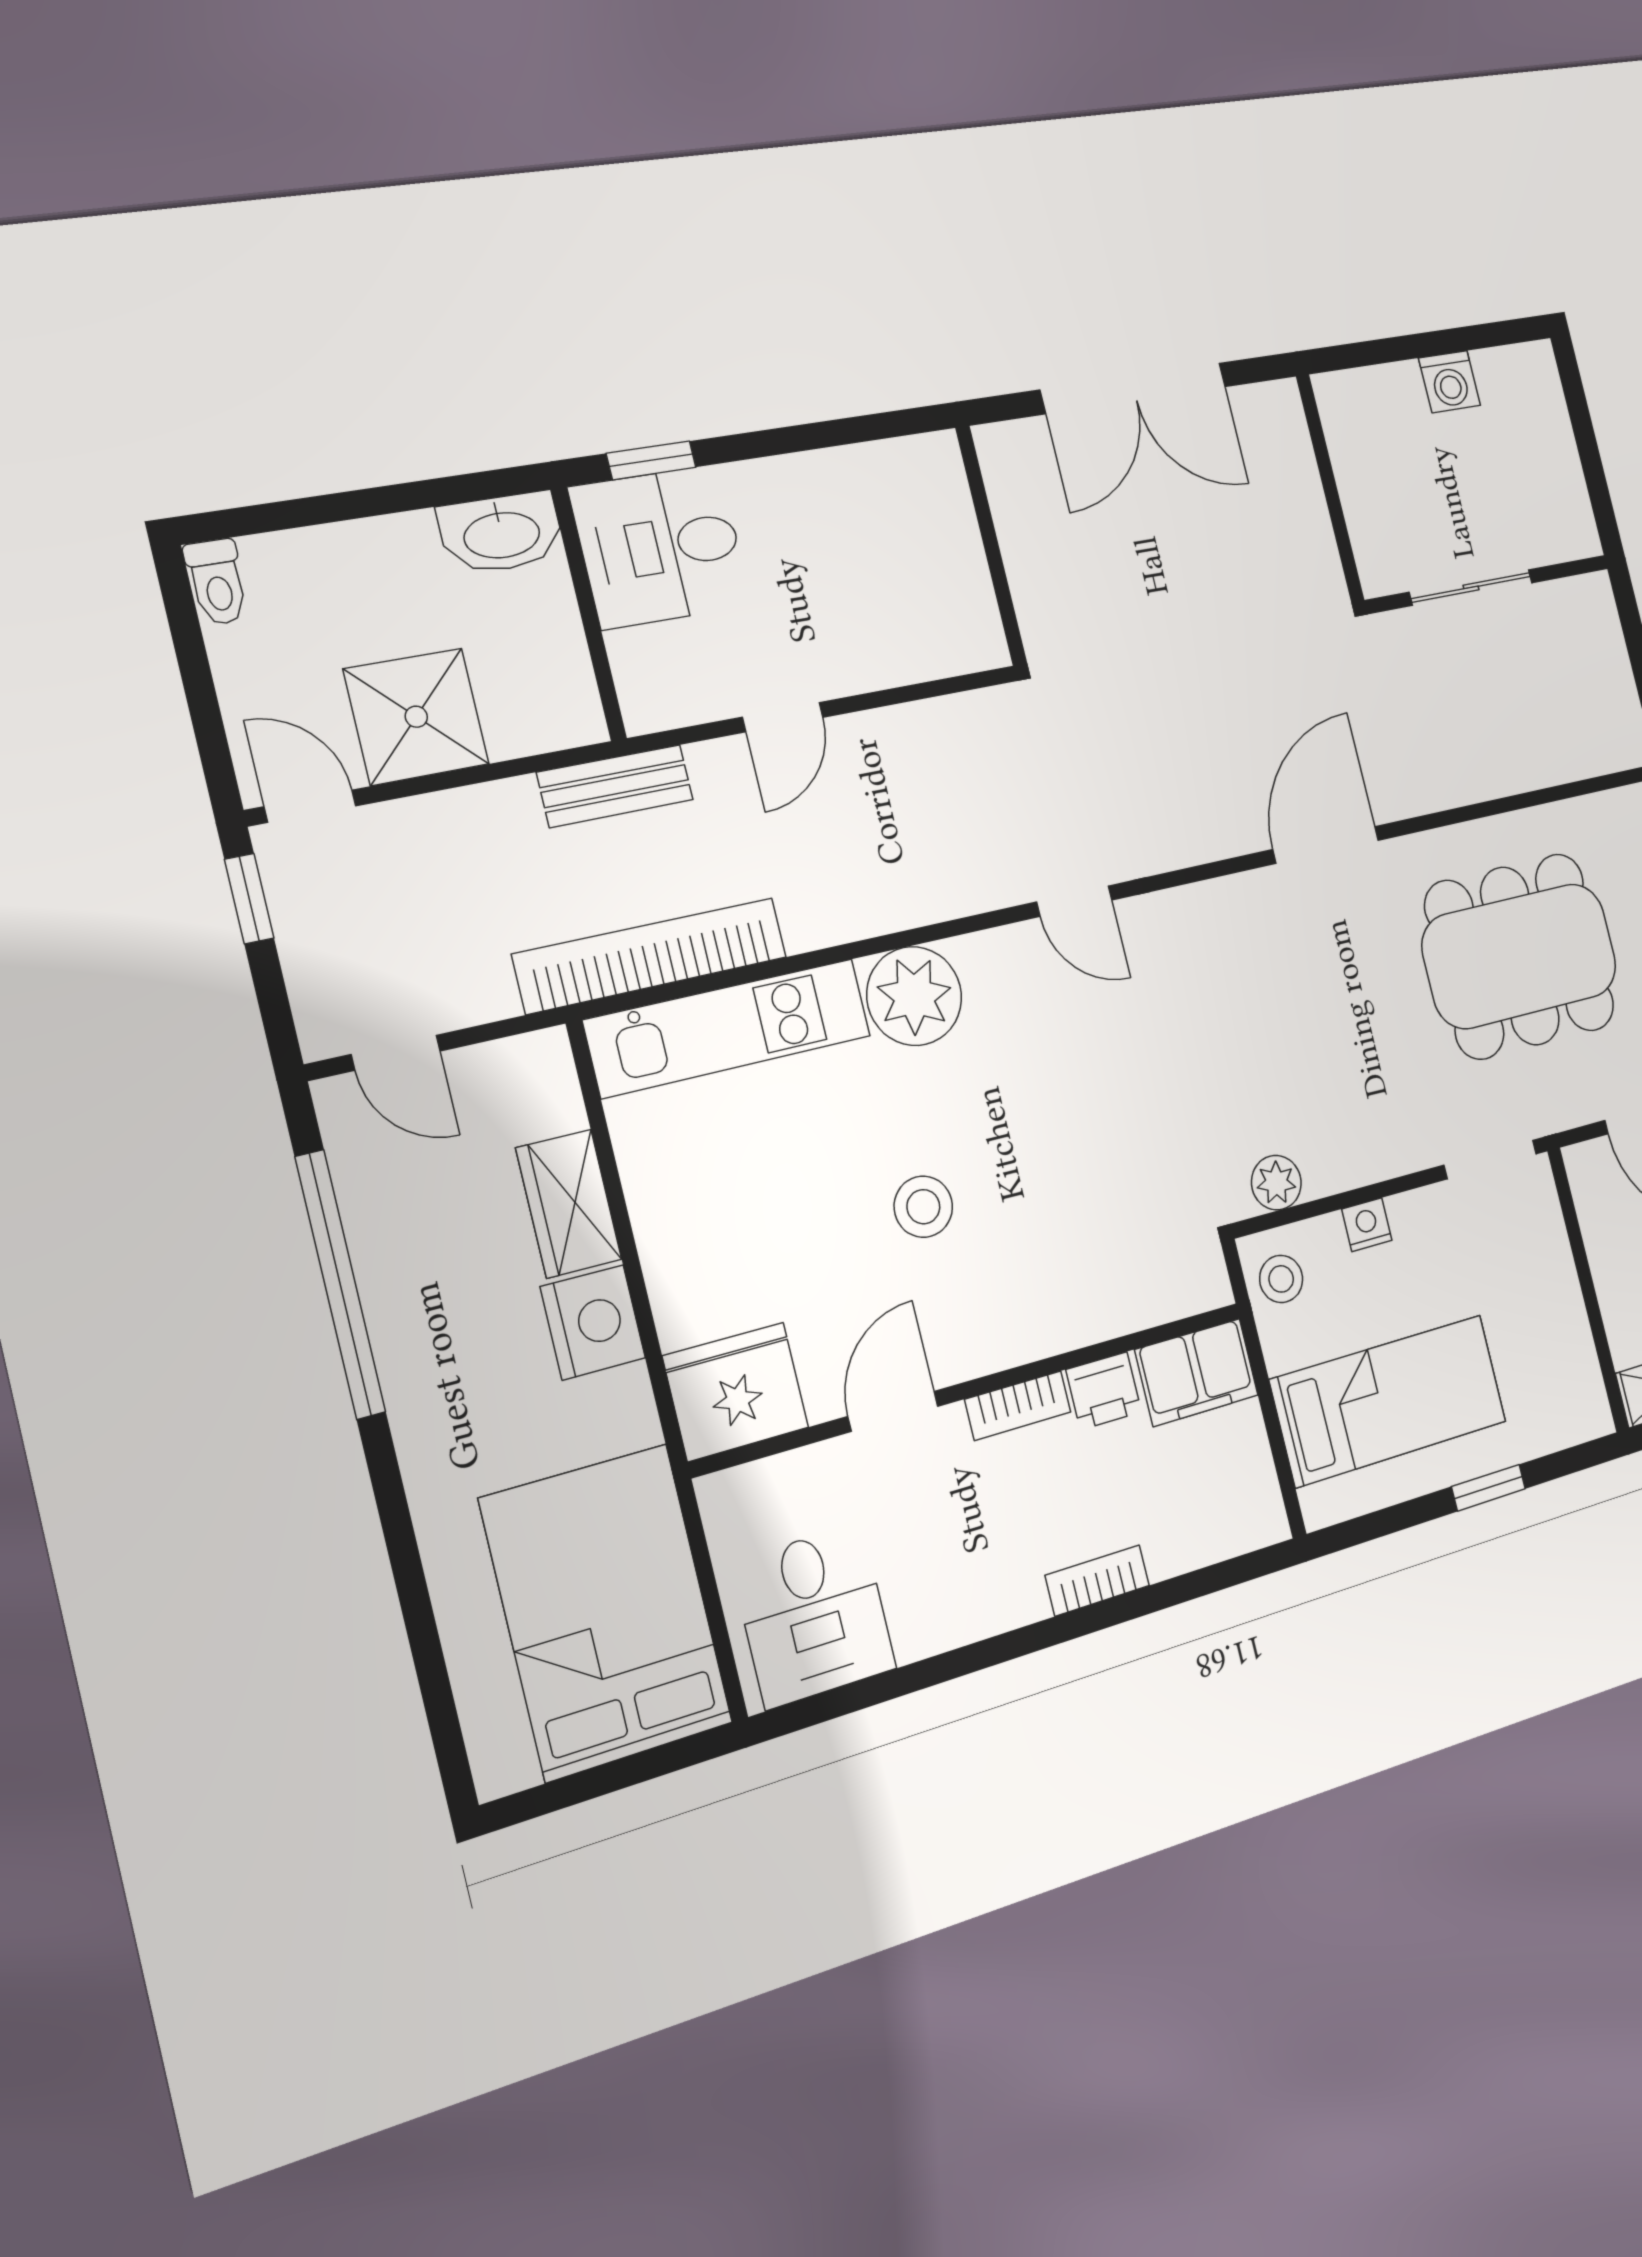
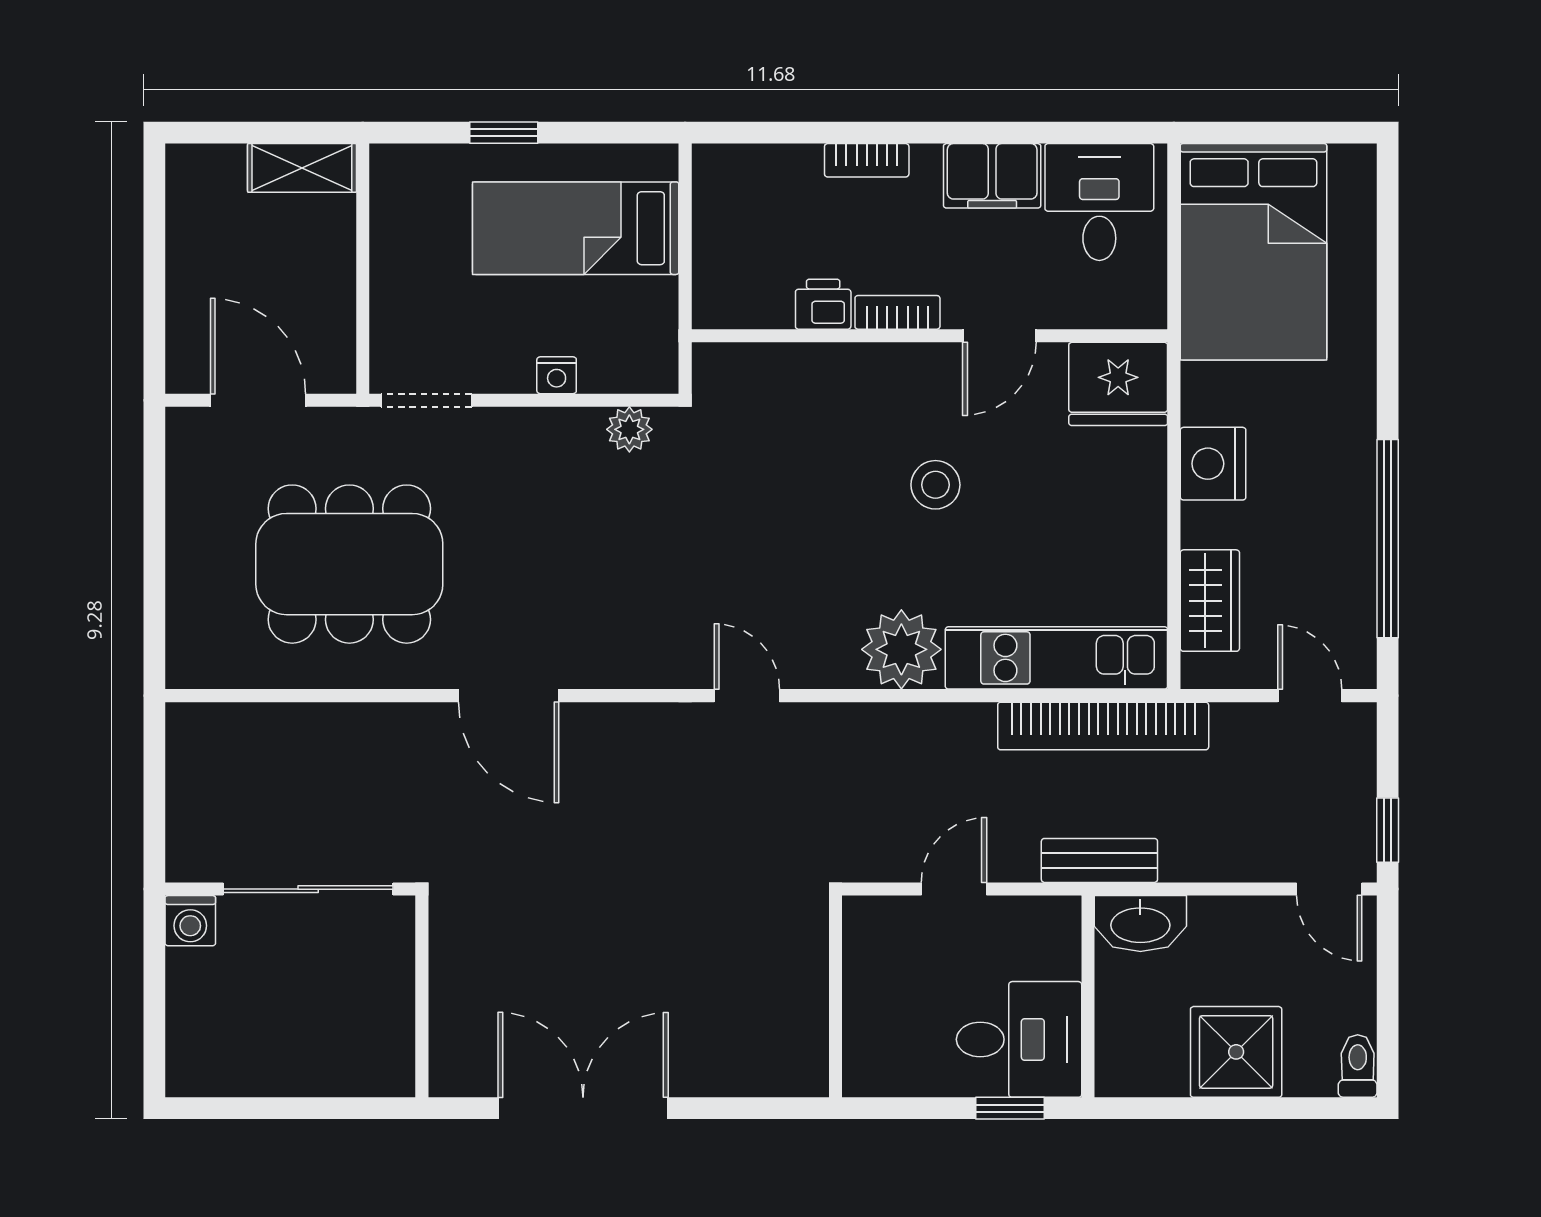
washing machine: (1449, 382) -> (190, 921), moved, turned 180
washbasin: (501, 533) -> (1140, 924), moved, turned 180
wall: (991, 546) -> (835, 996), moved
sliding door: (1471, 587) -> (308, 889), width x1.37
shower: (416, 717) -> (1236, 1052), moved
door: (1326, 845) -> (509, 696), hinge flipped
wardrobe: (569, 1204) -> (1210, 601), moved
stool: (1281, 1279) -> (646, 351), removed
filing cabinet: (1197, 1372) -> (992, 176), moved, turned 180

